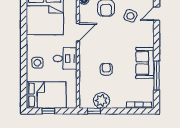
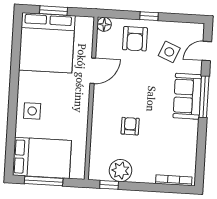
desk: (65, 58) -> (72, 107), removed
sofa: (145, 63) -> (187, 96), moved
window: (157, 76) -> (204, 97), moved
window: (48, 111) -> (44, 181), width x2.17

